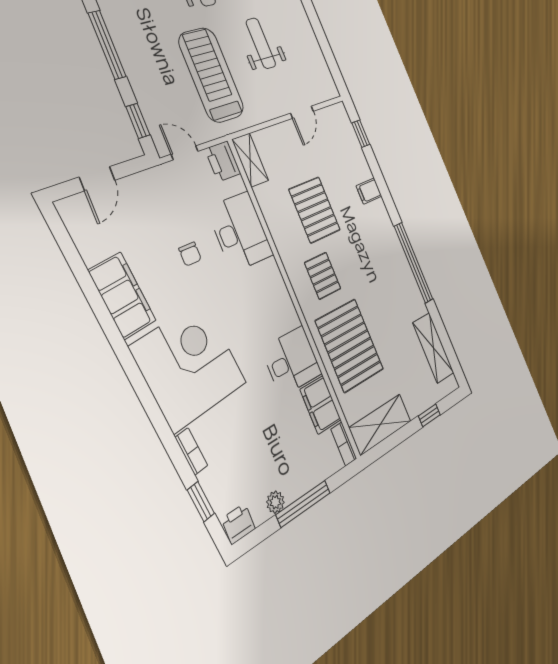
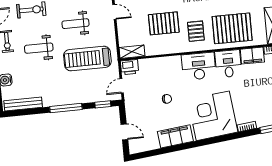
desk: (240, 232) -> (199, 66), moved
pallet: (323, 276) -> (196, 31), turned 90

